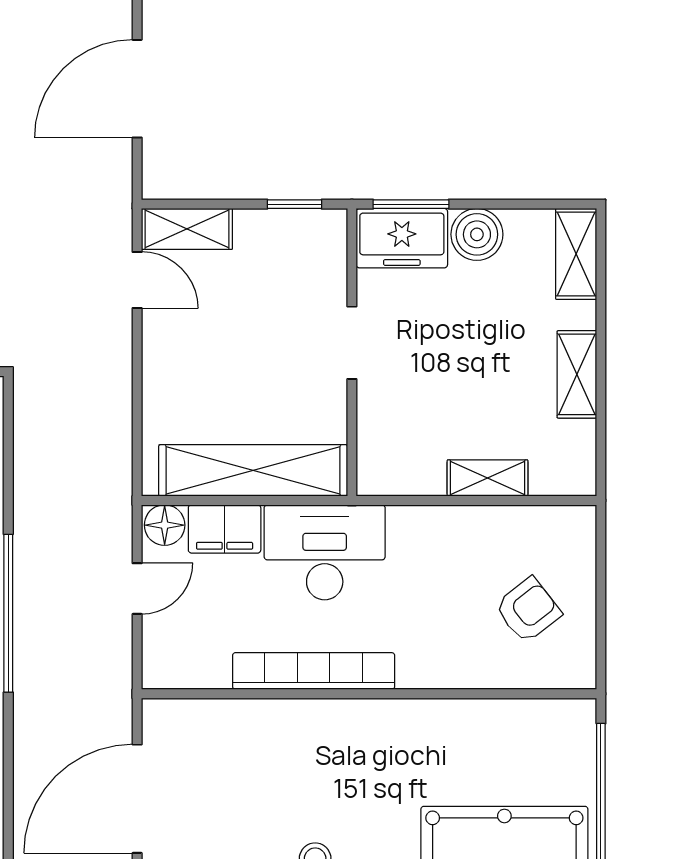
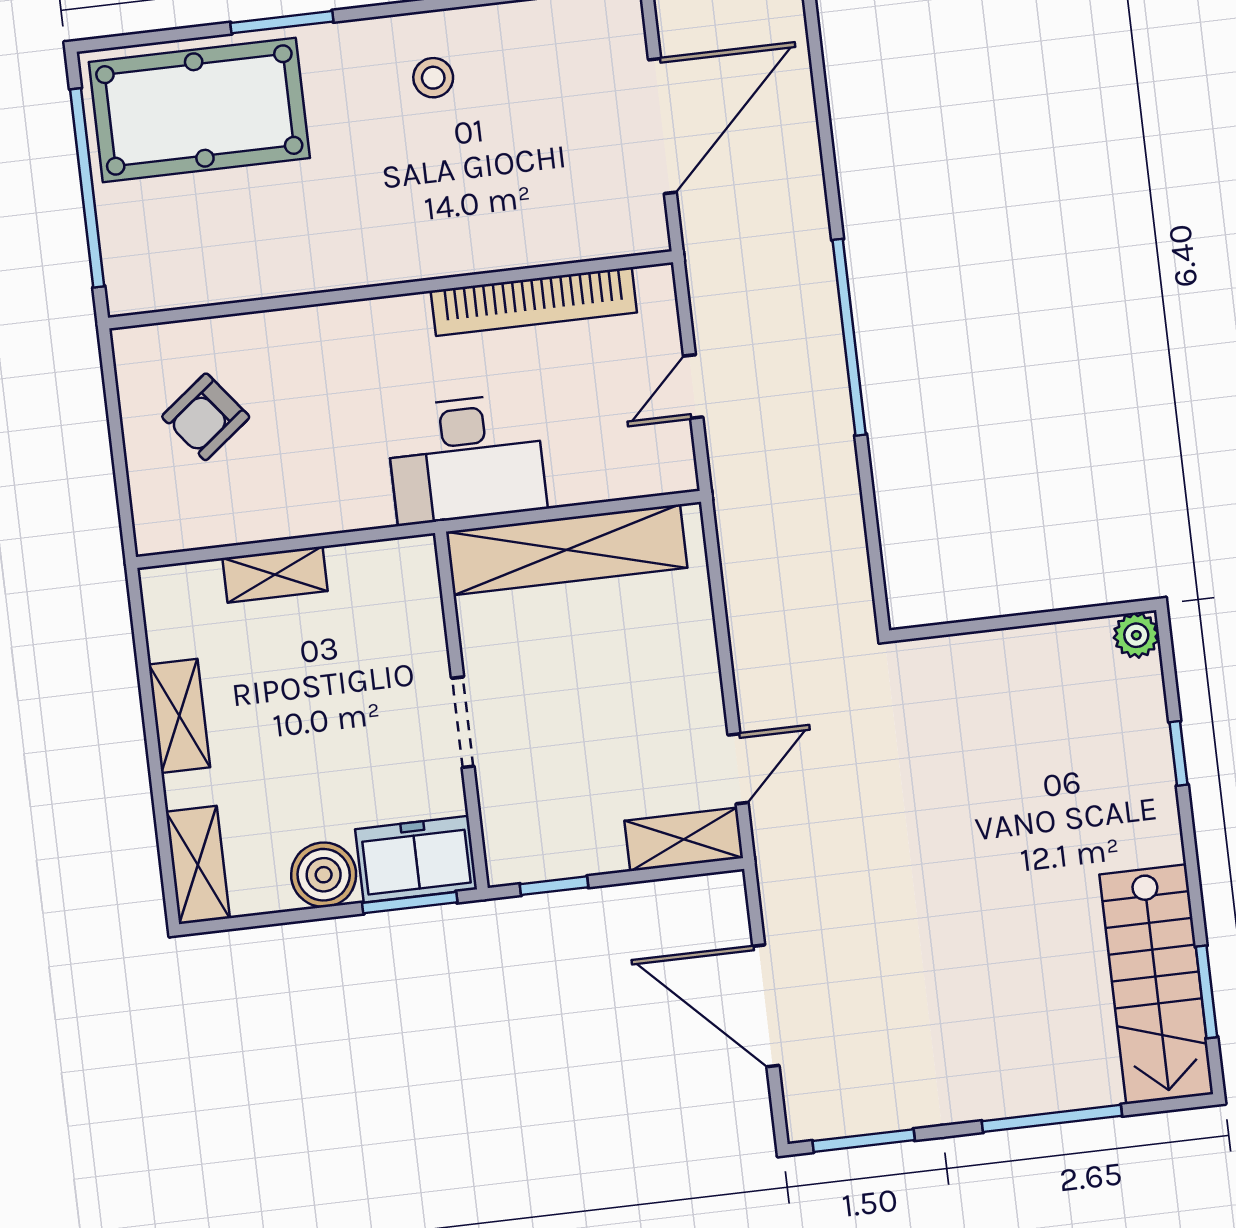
door: (137, 89) -> (766, 1006), swing flipped
door: (137, 280) -> (738, 769), swing flipped
floor lamp: (165, 525) -> (668, 469), removed
filing cabinet: (225, 529) -> (593, 473), removed
bookcase: (314, 671) -> (534, 302), moved

